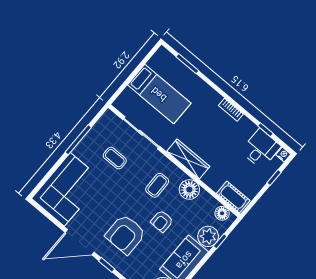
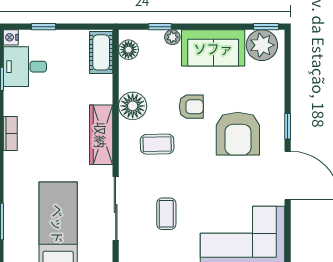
armchair: (125, 234) -> (238, 134), turned 90
plant: (208, 236) -> (172, 37), width x0.53, depth x0.53

